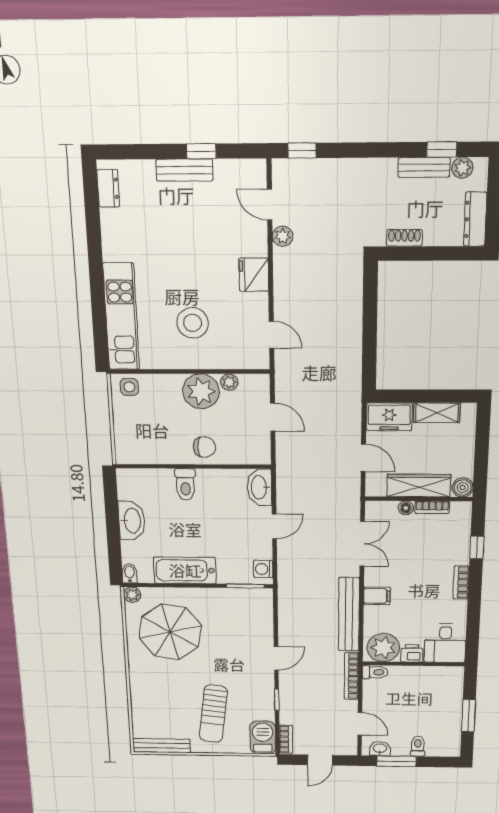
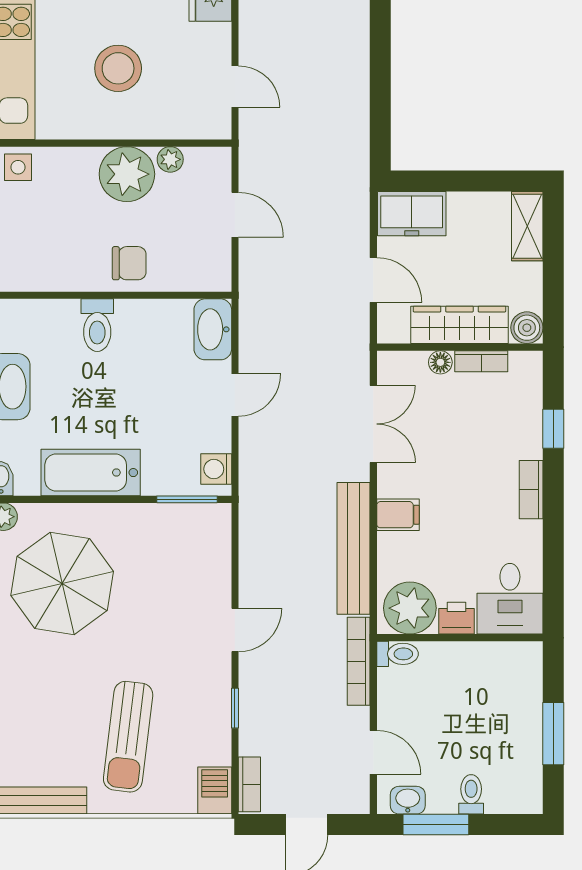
shelving: (437, 413) -> (527, 226), moved, turned 90
barbecue: (263, 737) -> (215, 790), width x0.73, depth x0.79

